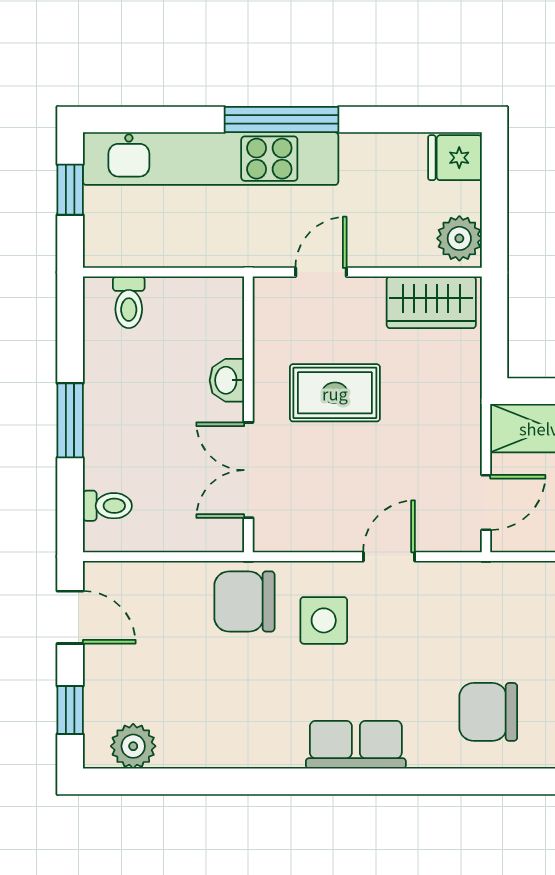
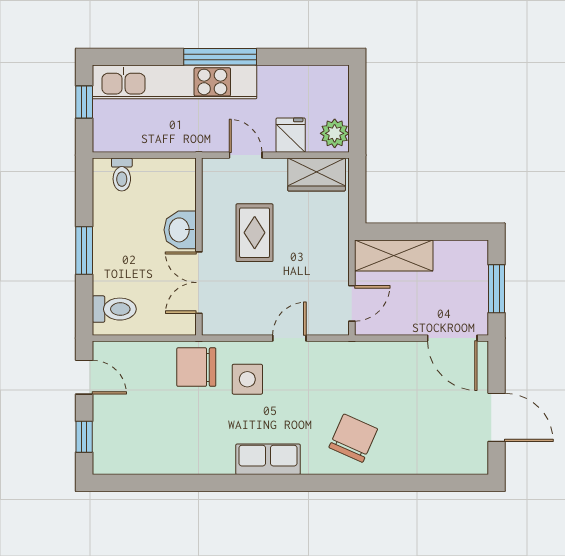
fridge: (455, 158) -> (291, 135), moved, turned 90
door: (321, 272) -> (246, 155), hinge flipped
washbasin: (227, 380) -> (180, 230), width x1.38, depth x1.45
rug: (335, 393) -> (255, 233), turned 90
toilet: (107, 506) -> (114, 309), width x1.37, depth x1.39
chair: (488, 712) -> (353, 438), turned 114
plant: (133, 746) -> (125, 460), removed

